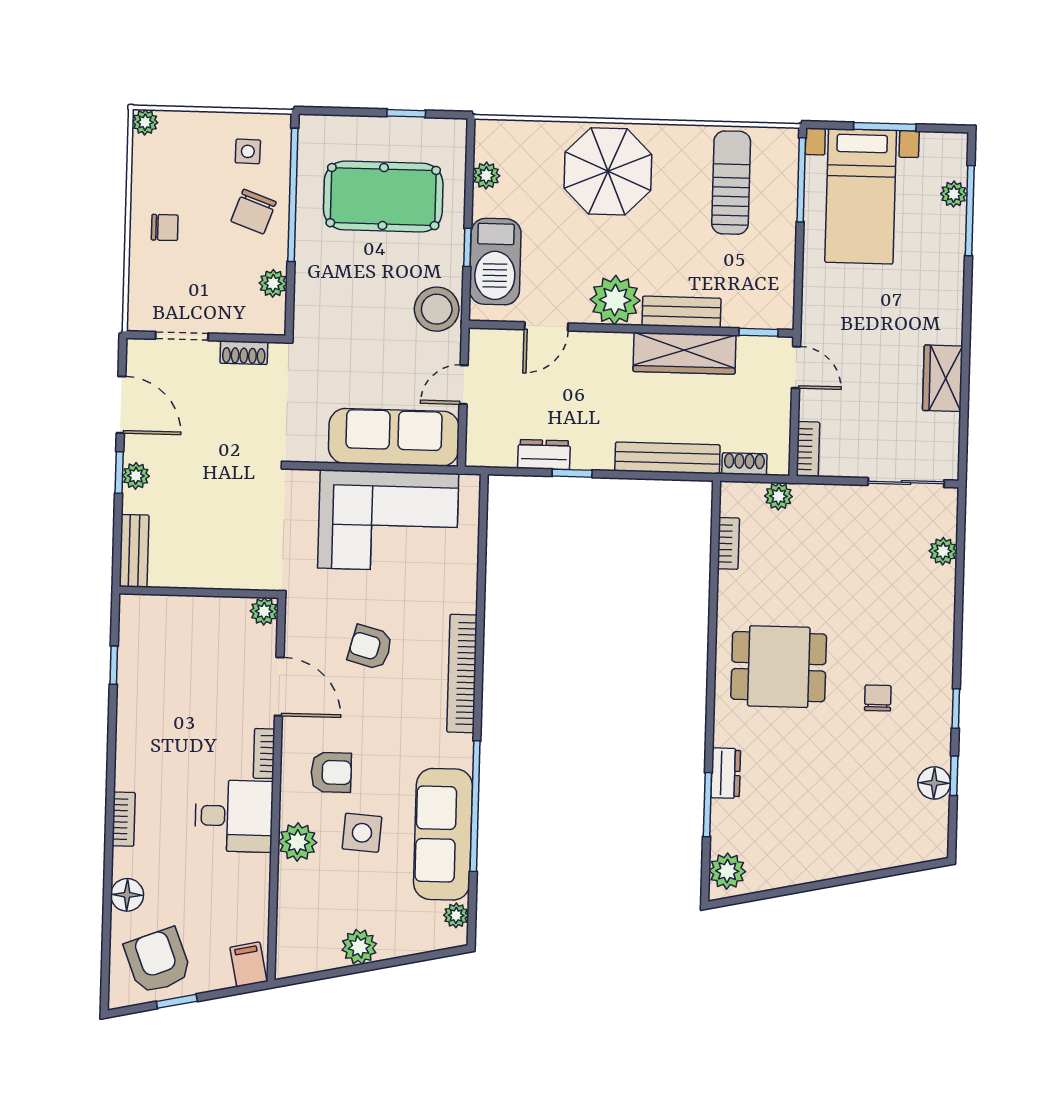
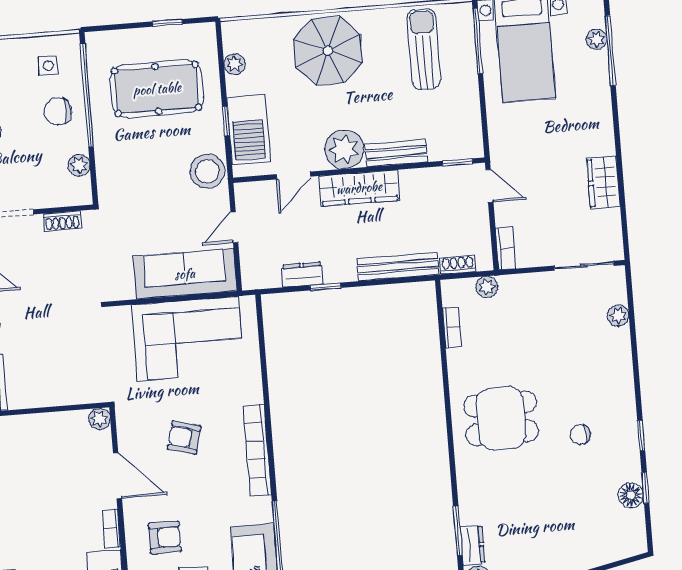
chair: (254, 212) -> (58, 111), turned 70
wardrobe: (685, 353) -> (359, 188), moved
chair: (878, 698) -> (580, 434), turned -90
dresser: (726, 773) -> (472, 545), moved

